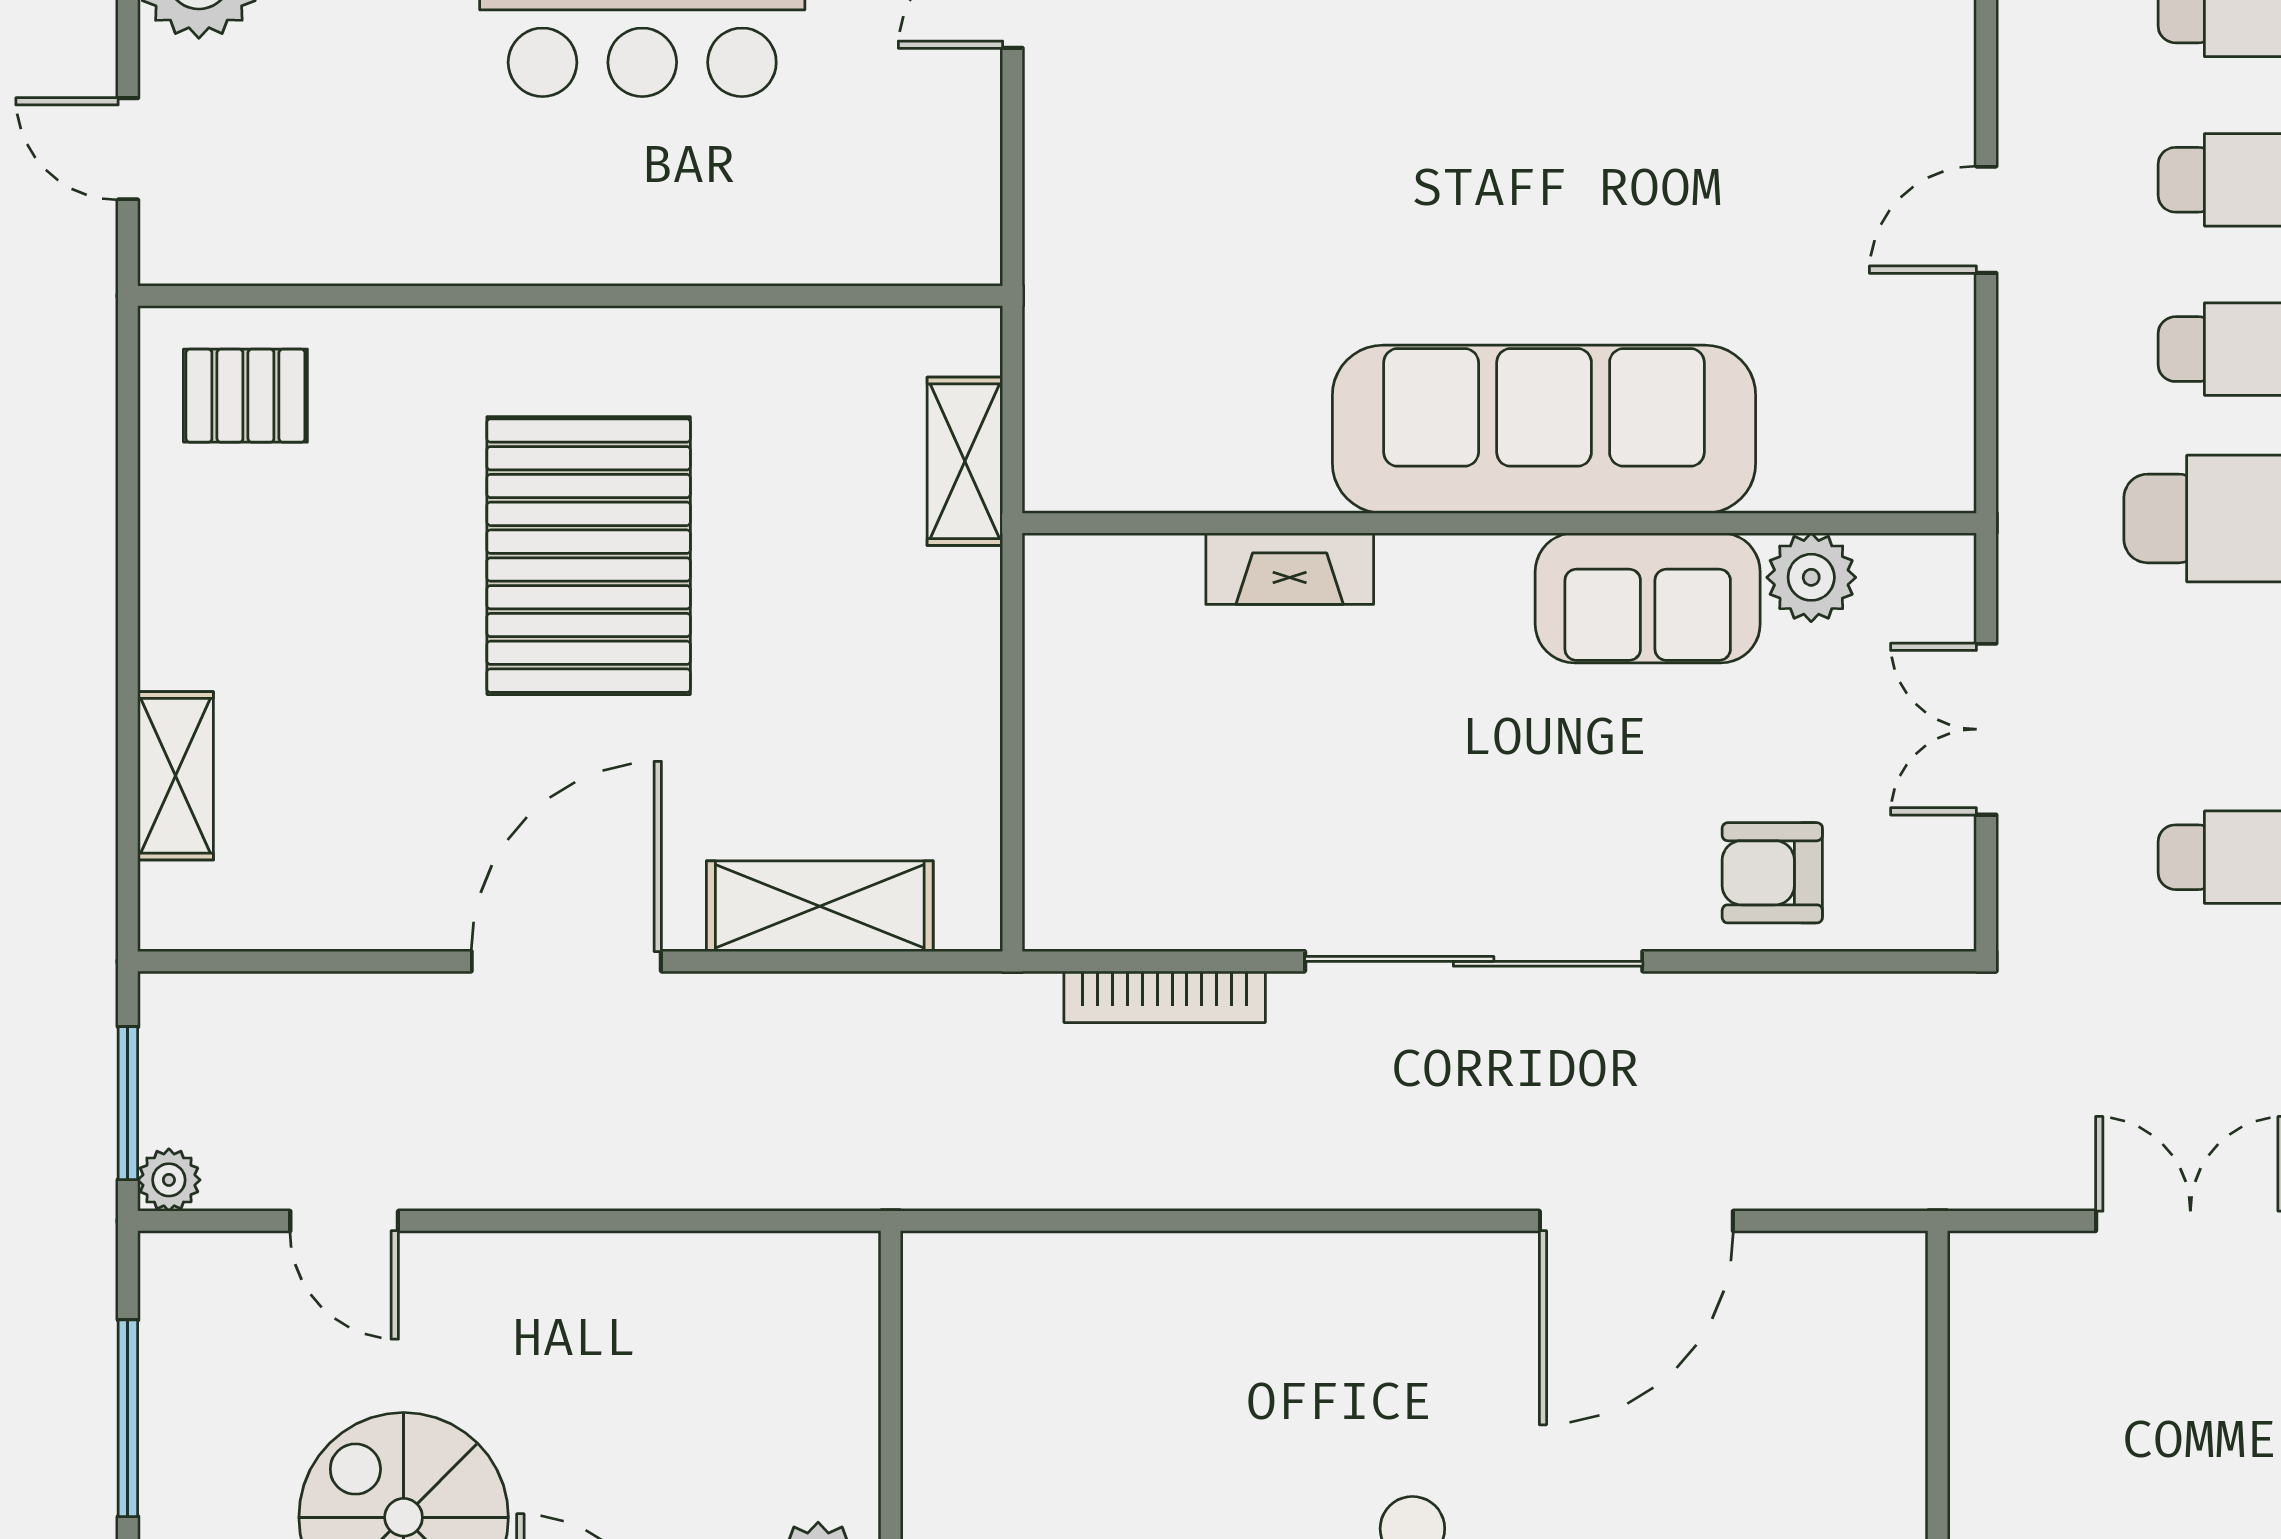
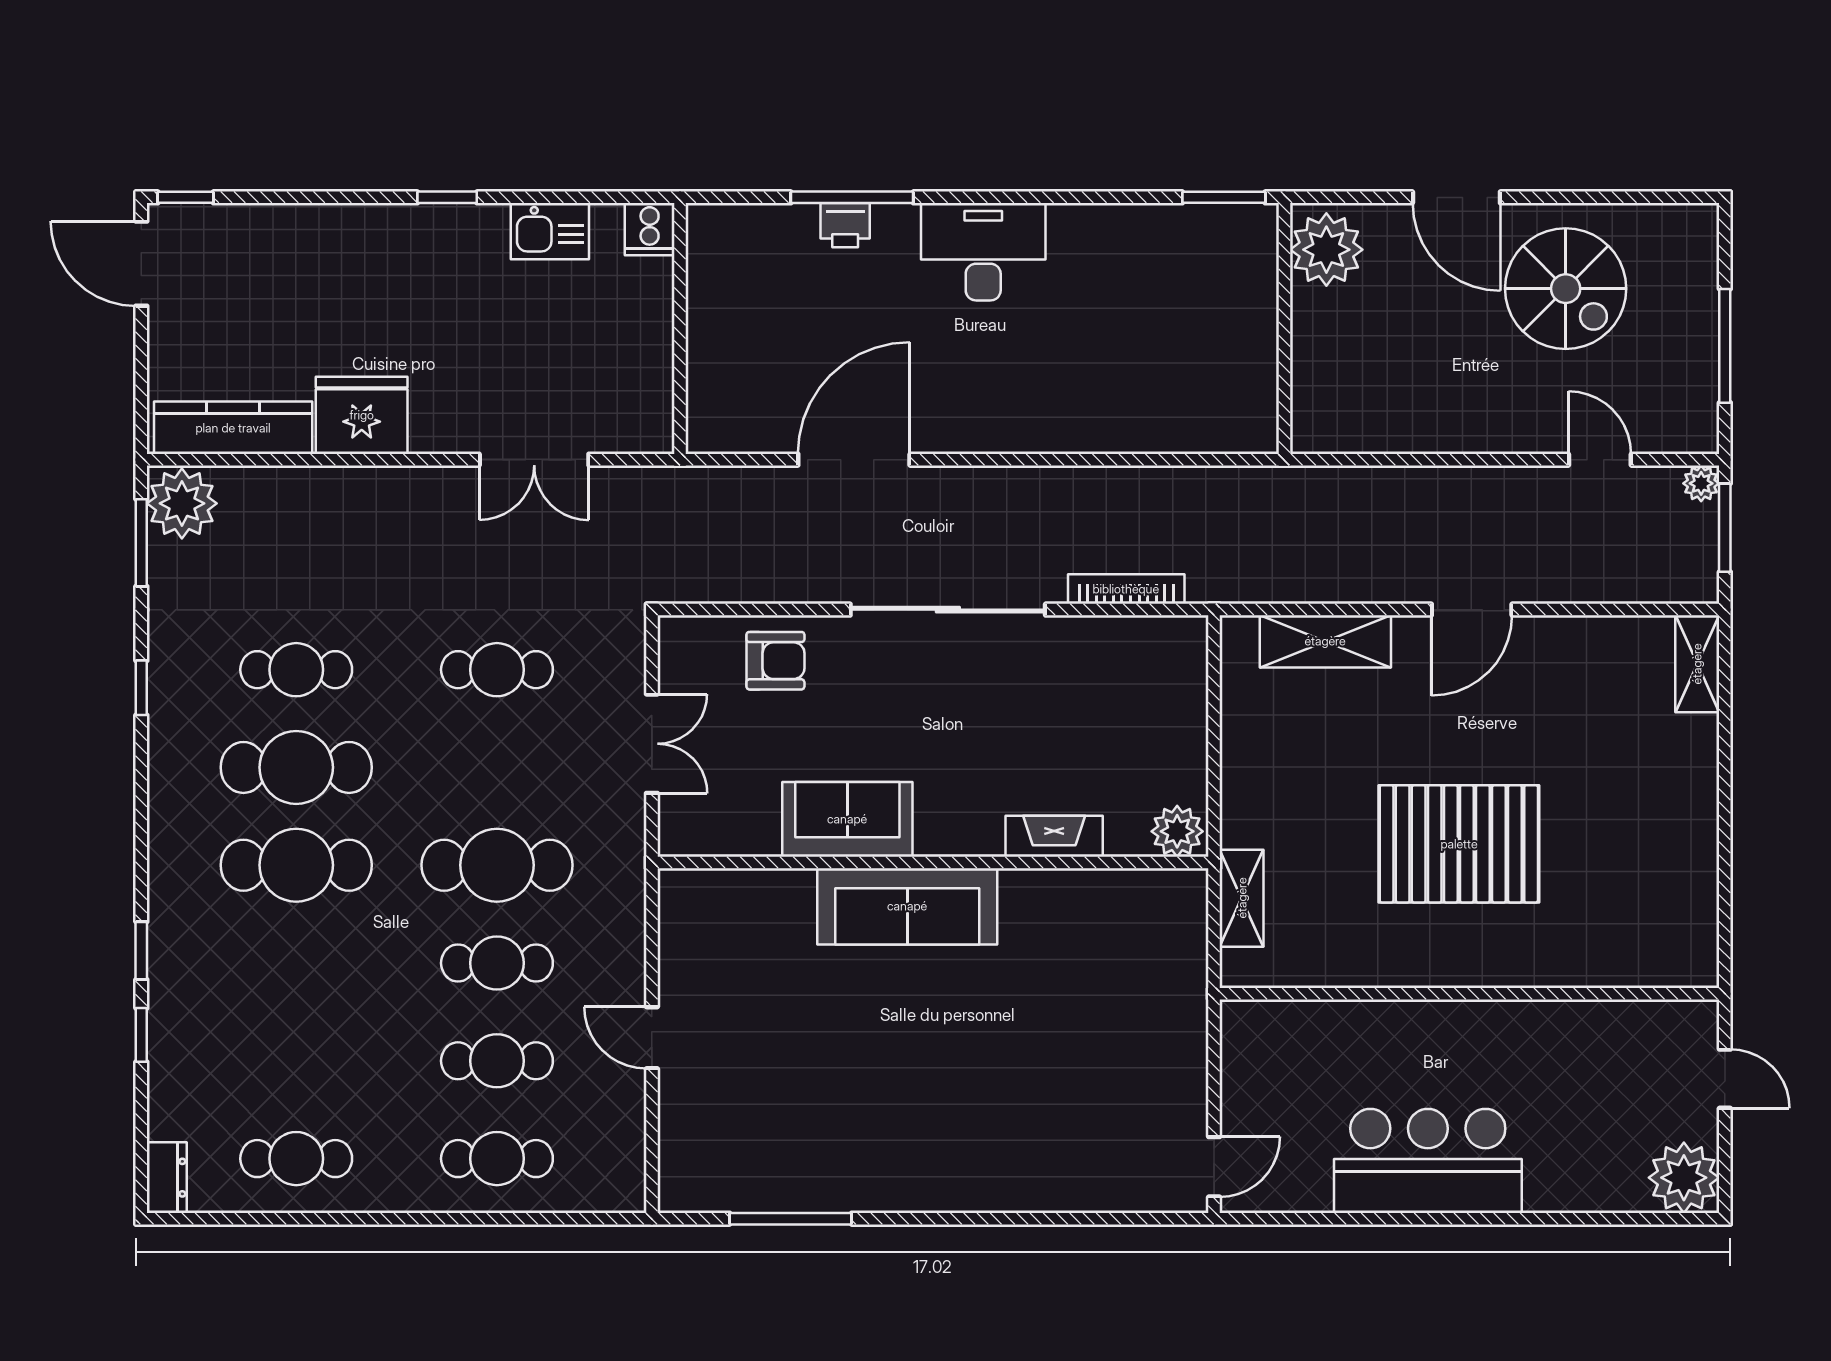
door: (1986, 220) -> (652, 1038), swing flipped
pallet: (245, 396) -> (1657, 936), removed
sofa: (1544, 429) -> (907, 906), width x0.74, depth x0.79
pallet: (589, 556) -> (1459, 844), turned 90
plant: (1811, 577) -> (1177, 831), moved
shelving: (176, 776) -> (1697, 664), moved
door: (566, 961) -> (1472, 610), width x0.73

